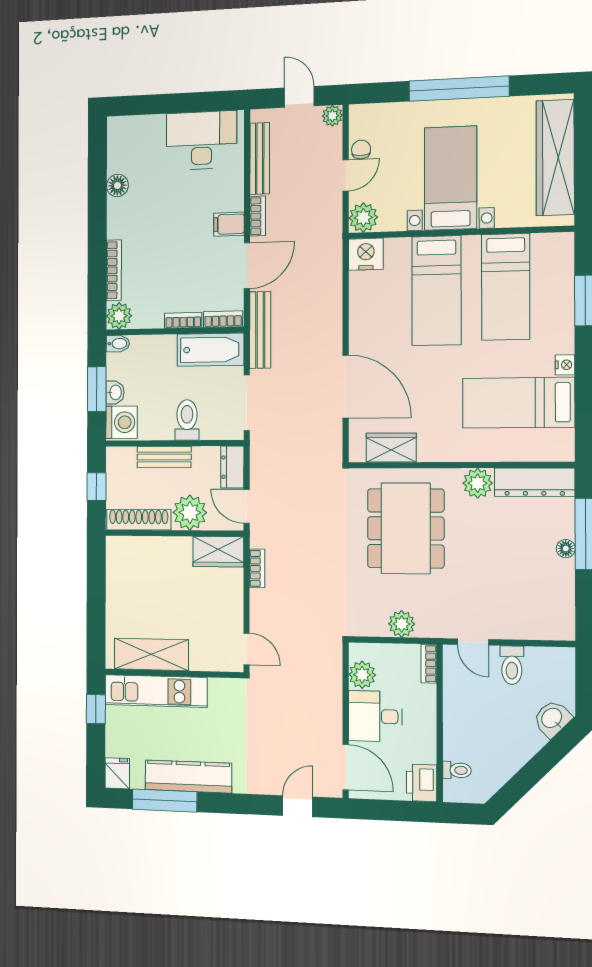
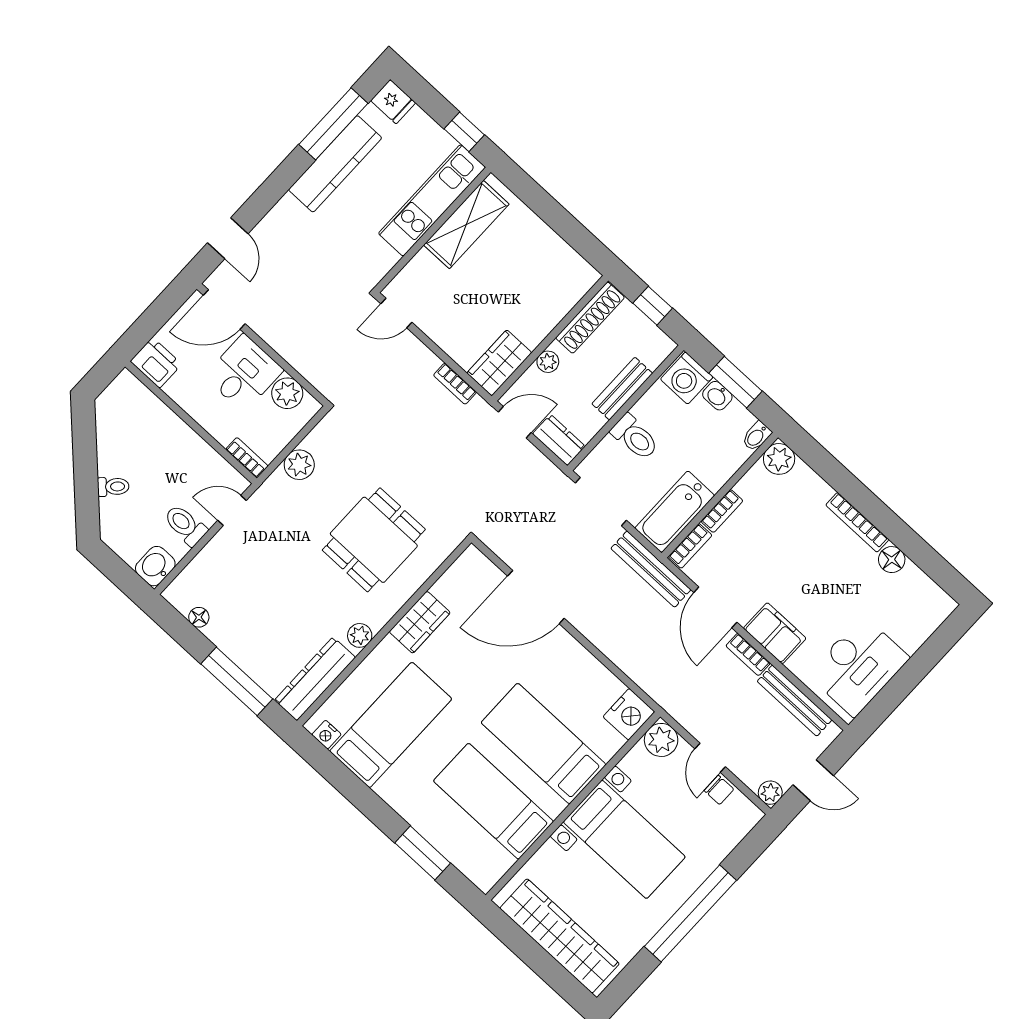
filing cabinet: (229, 224) -> (775, 633), width x2.00
bookcase: (114, 270) -> (857, 522), moved
nightstand: (565, 365) -> (327, 735), moved
wardrobe: (391, 448) -> (420, 622), moved
plant: (478, 483) -> (360, 635), width x0.73, depth x0.73
plant: (190, 513) -> (548, 362), width x0.53, depth x0.53
dining table: (406, 528) -> (374, 540), width x0.73
floor lamp: (566, 549) -> (199, 617), moved
washbasin: (552, 718) -> (155, 566), moved, turned -135
toilet: (457, 770) -> (113, 487), moved, turned -135

